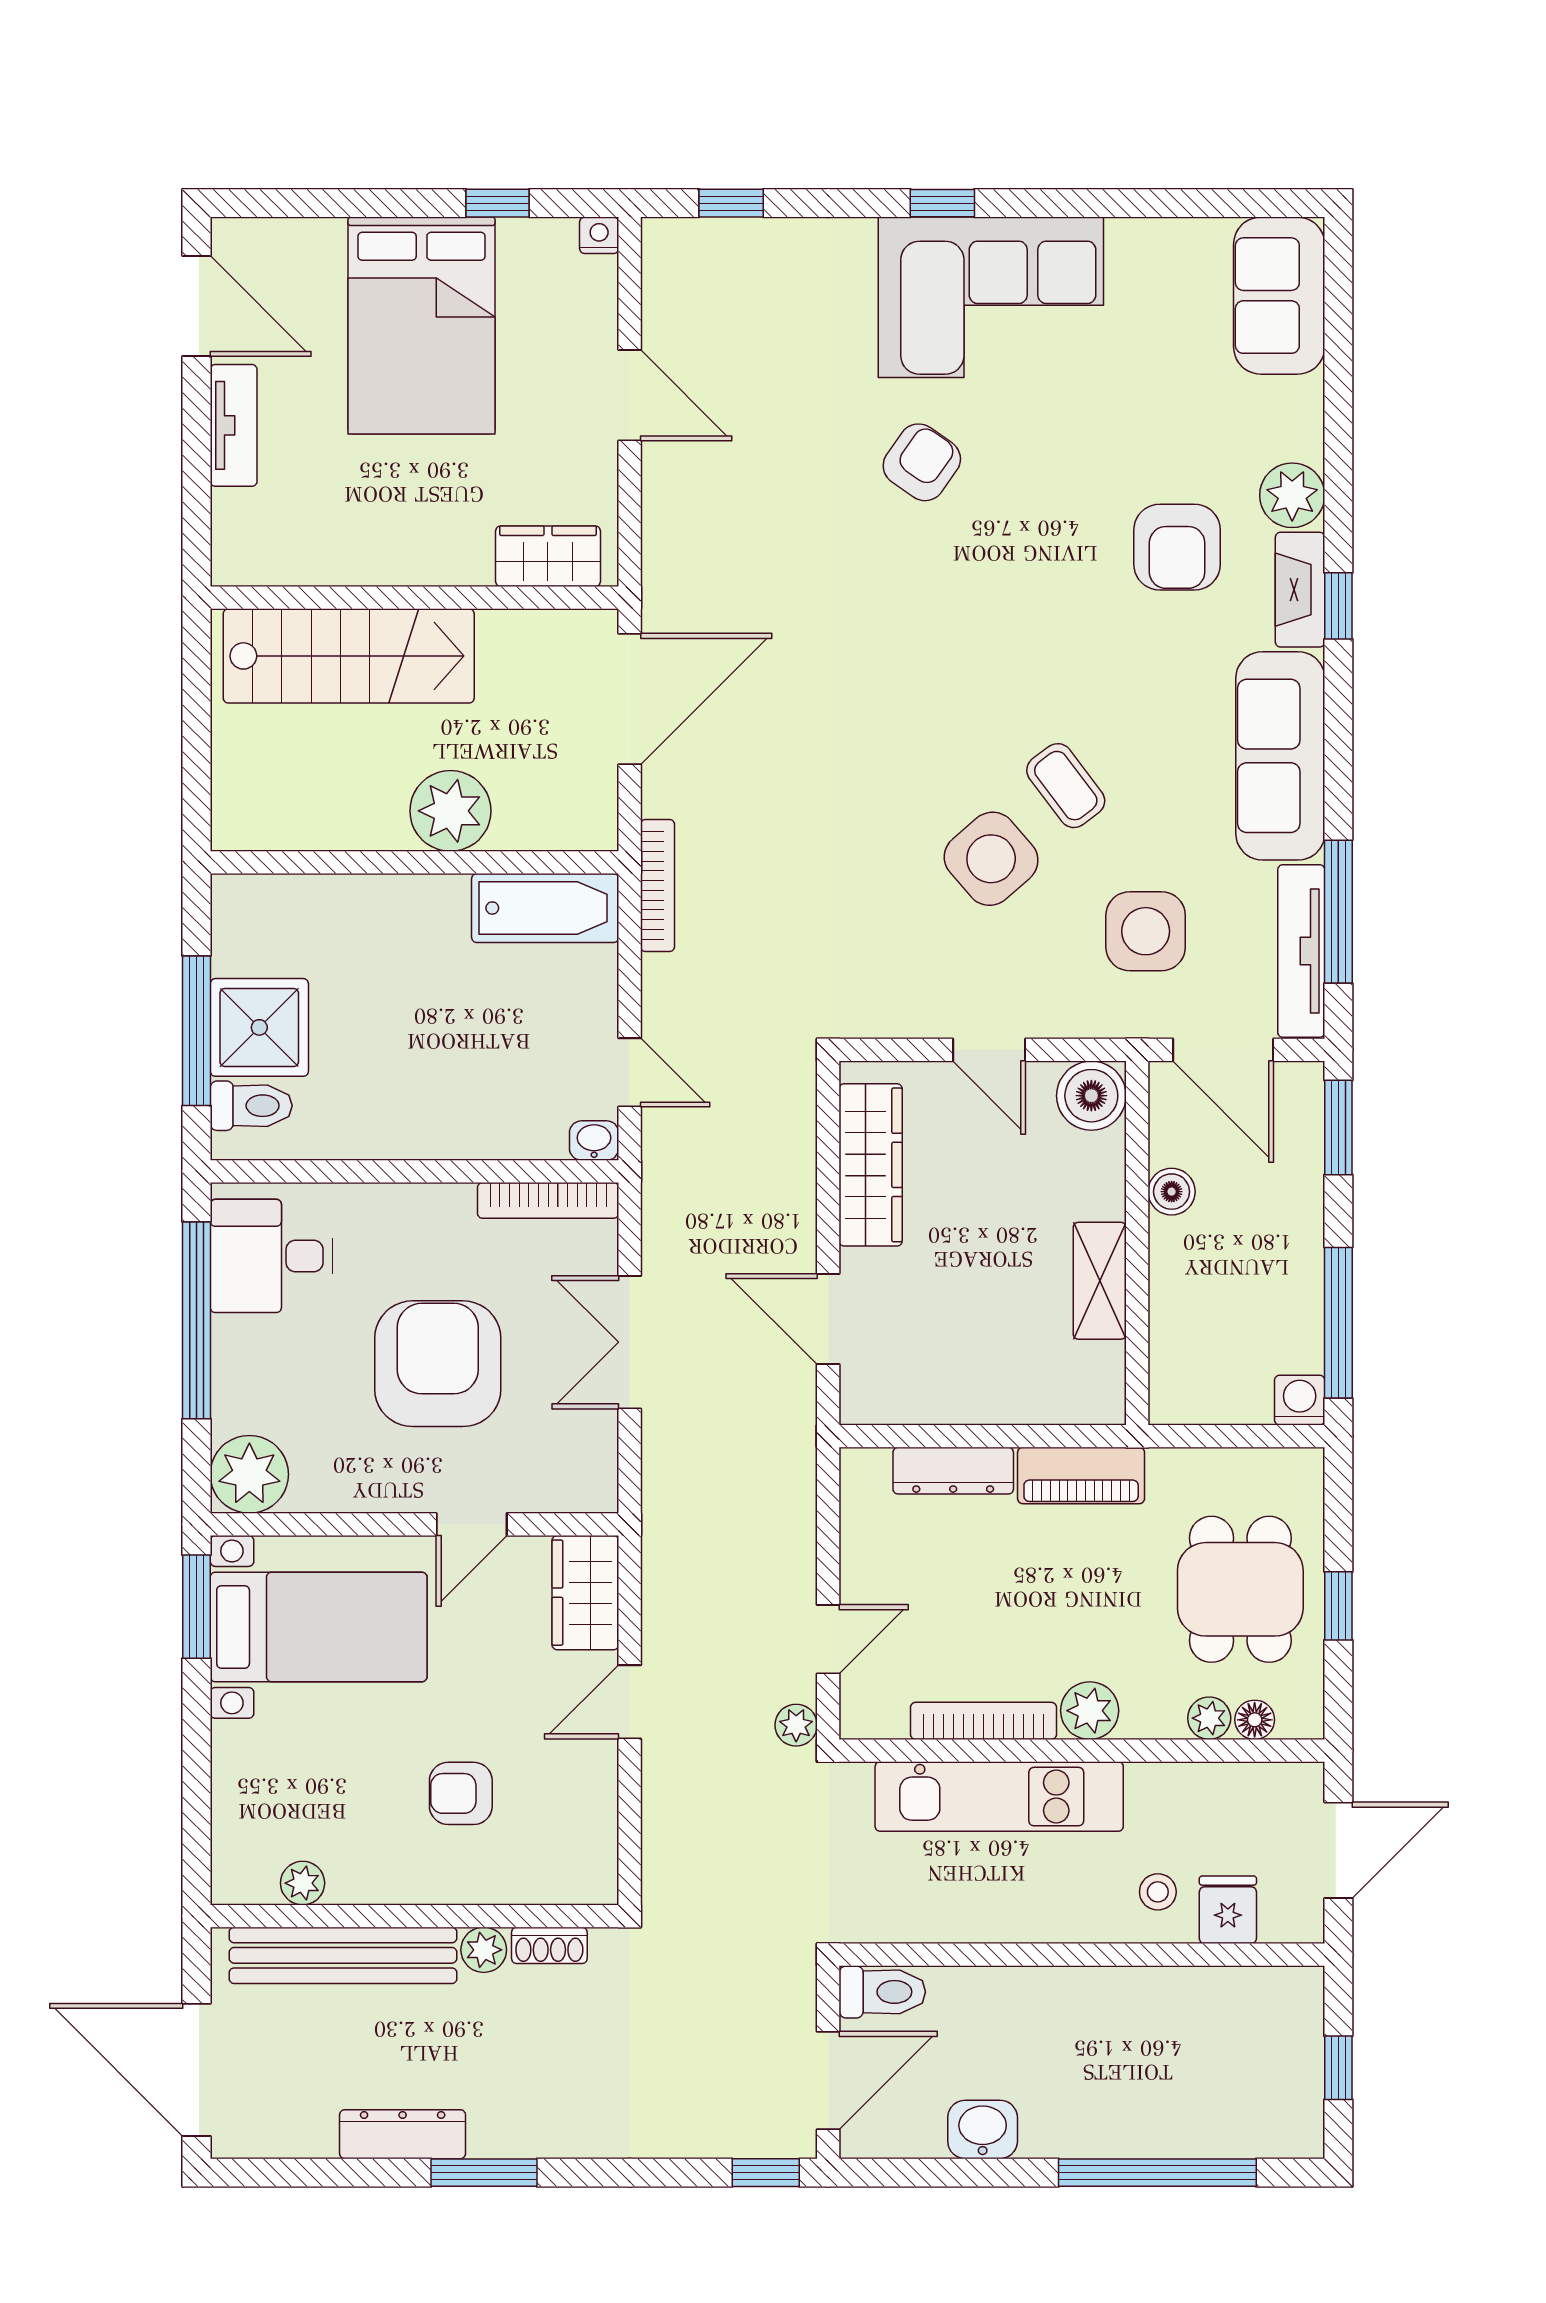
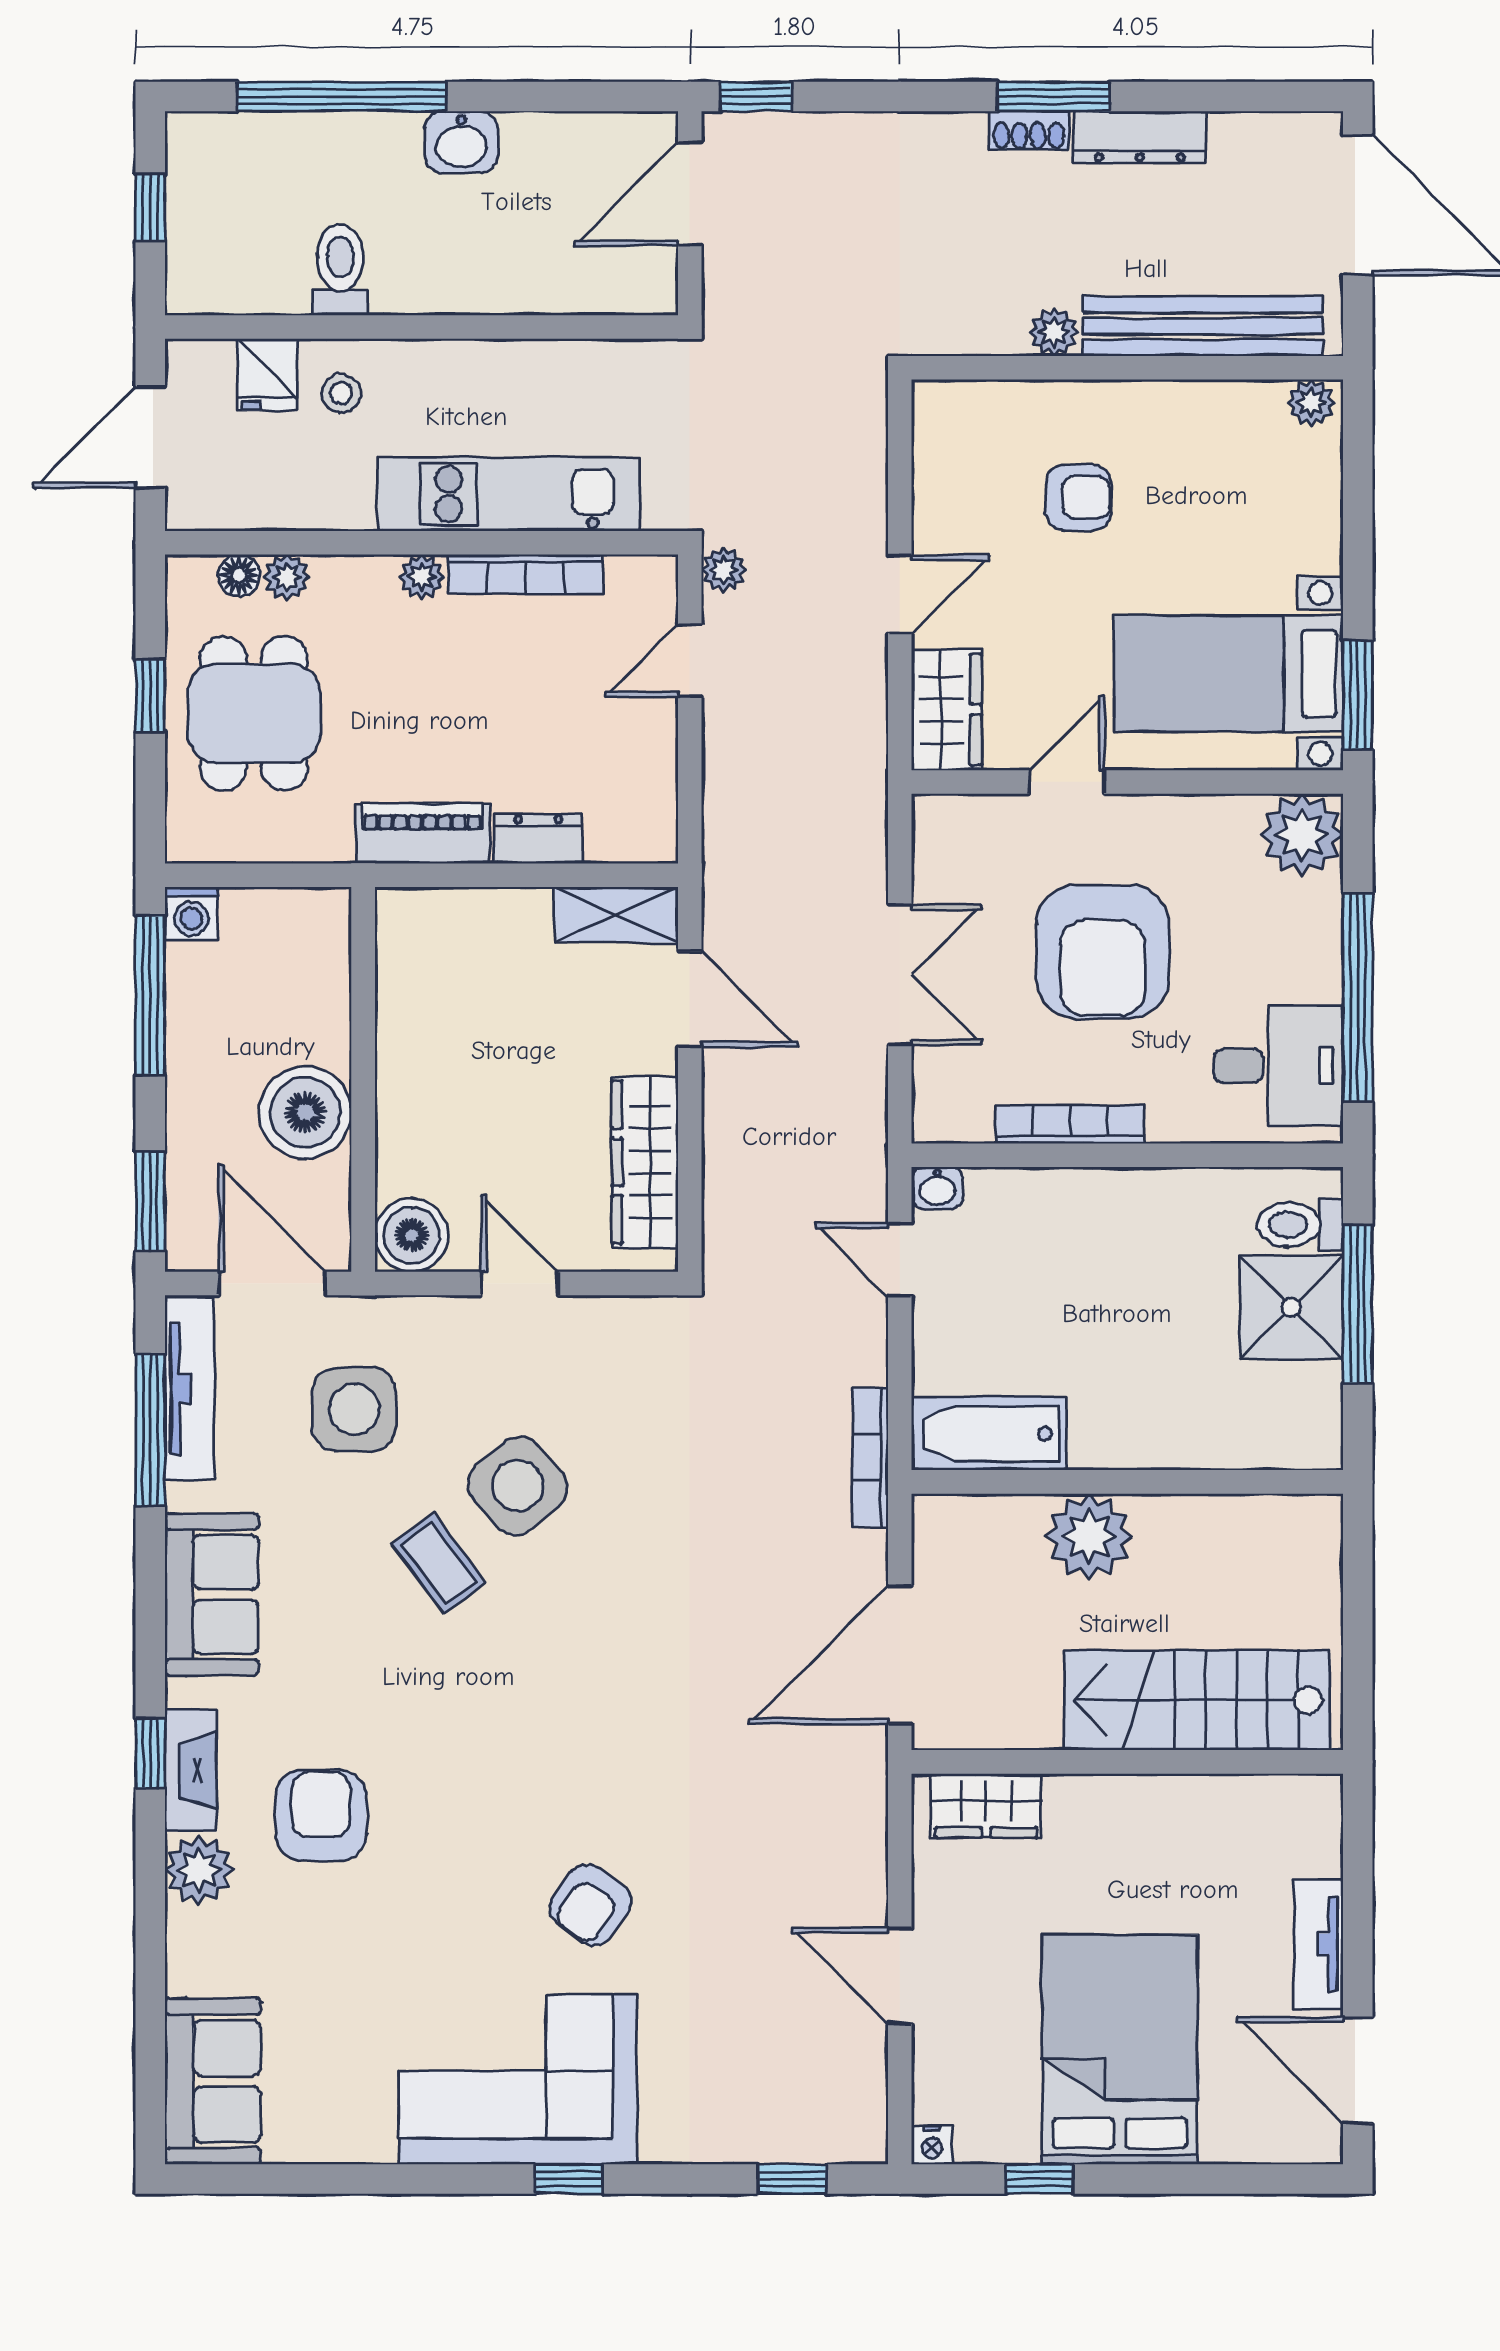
sofa: (1280, 756) -> (212, 1595), width x0.73
boiler: (1172, 1192) -> (305, 1112), width x1.86, depth x1.86
bookcase: (548, 1200) -> (1070, 1124), moved
shelving: (1100, 1281) -> (616, 915), moved, turned 90
dresser: (953, 1471) -> (538, 839), width x0.70
plant: (1090, 1711) -> (422, 577), width x0.73, depth x0.73
plant: (303, 1883) -> (1311, 403), moved
shoe rack: (549, 1945) -> (1029, 130), moved, turned 180
toilet: (882, 1992) -> (340, 270), moved, turned 90
washbasin: (983, 2129) -> (461, 142), moved

